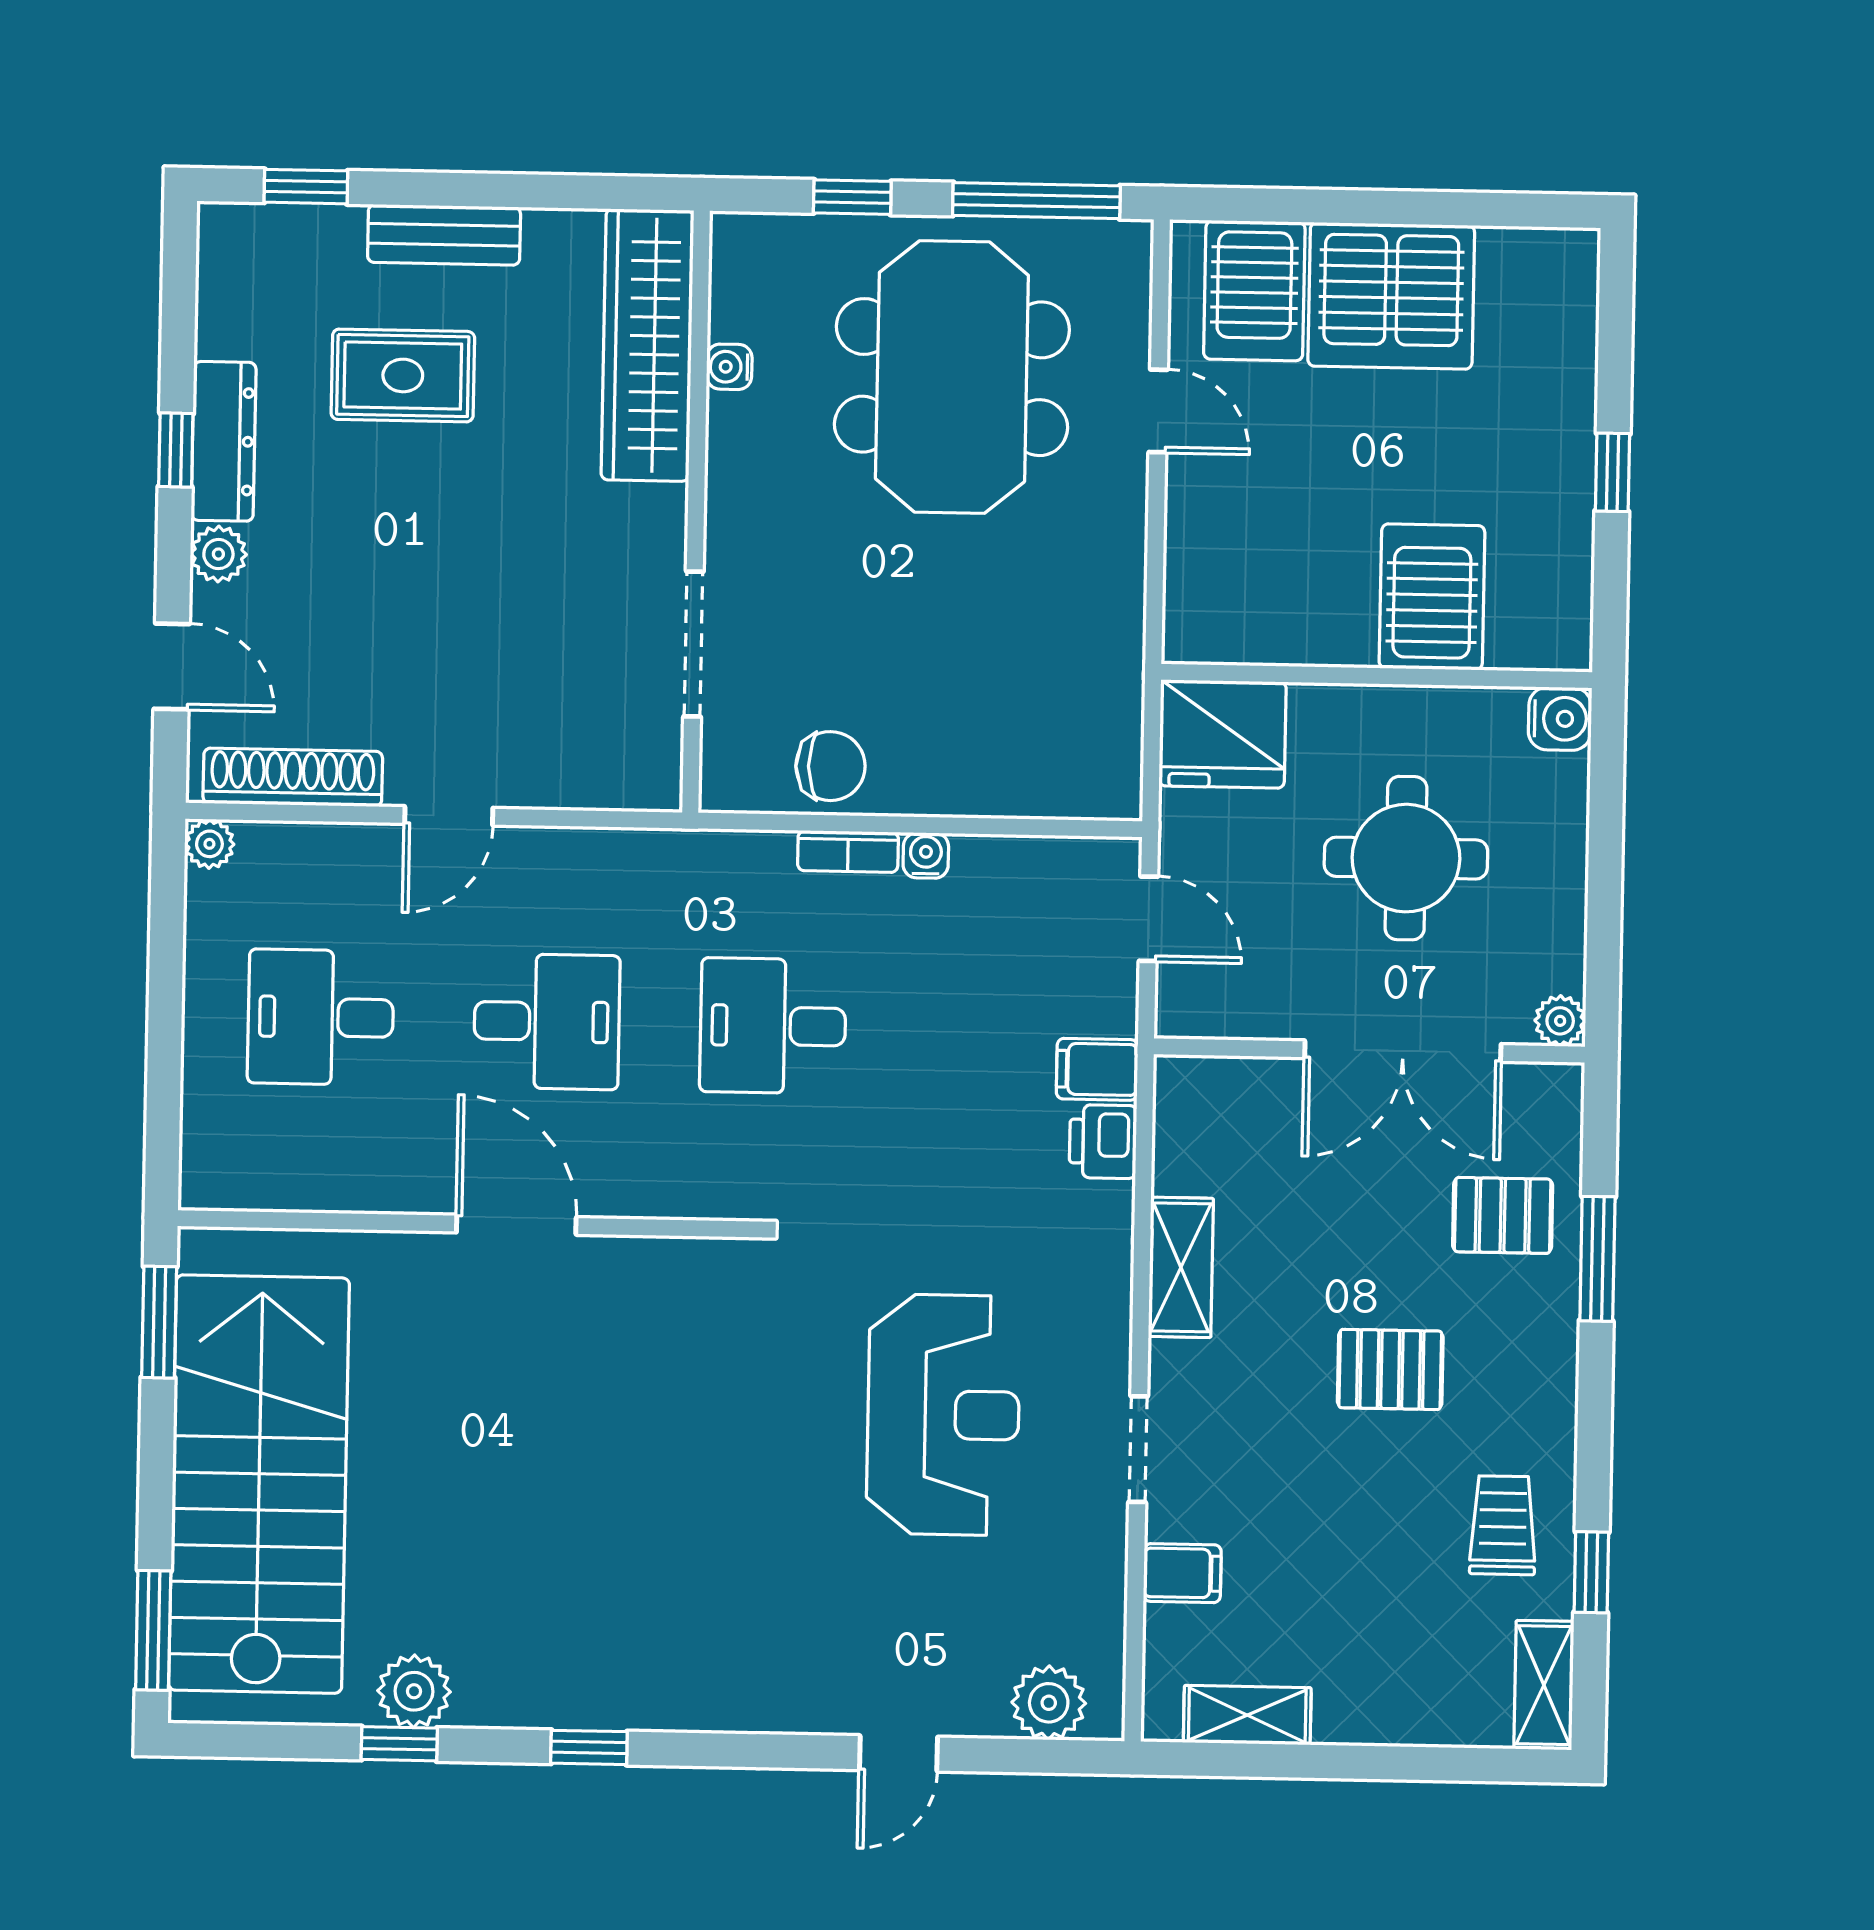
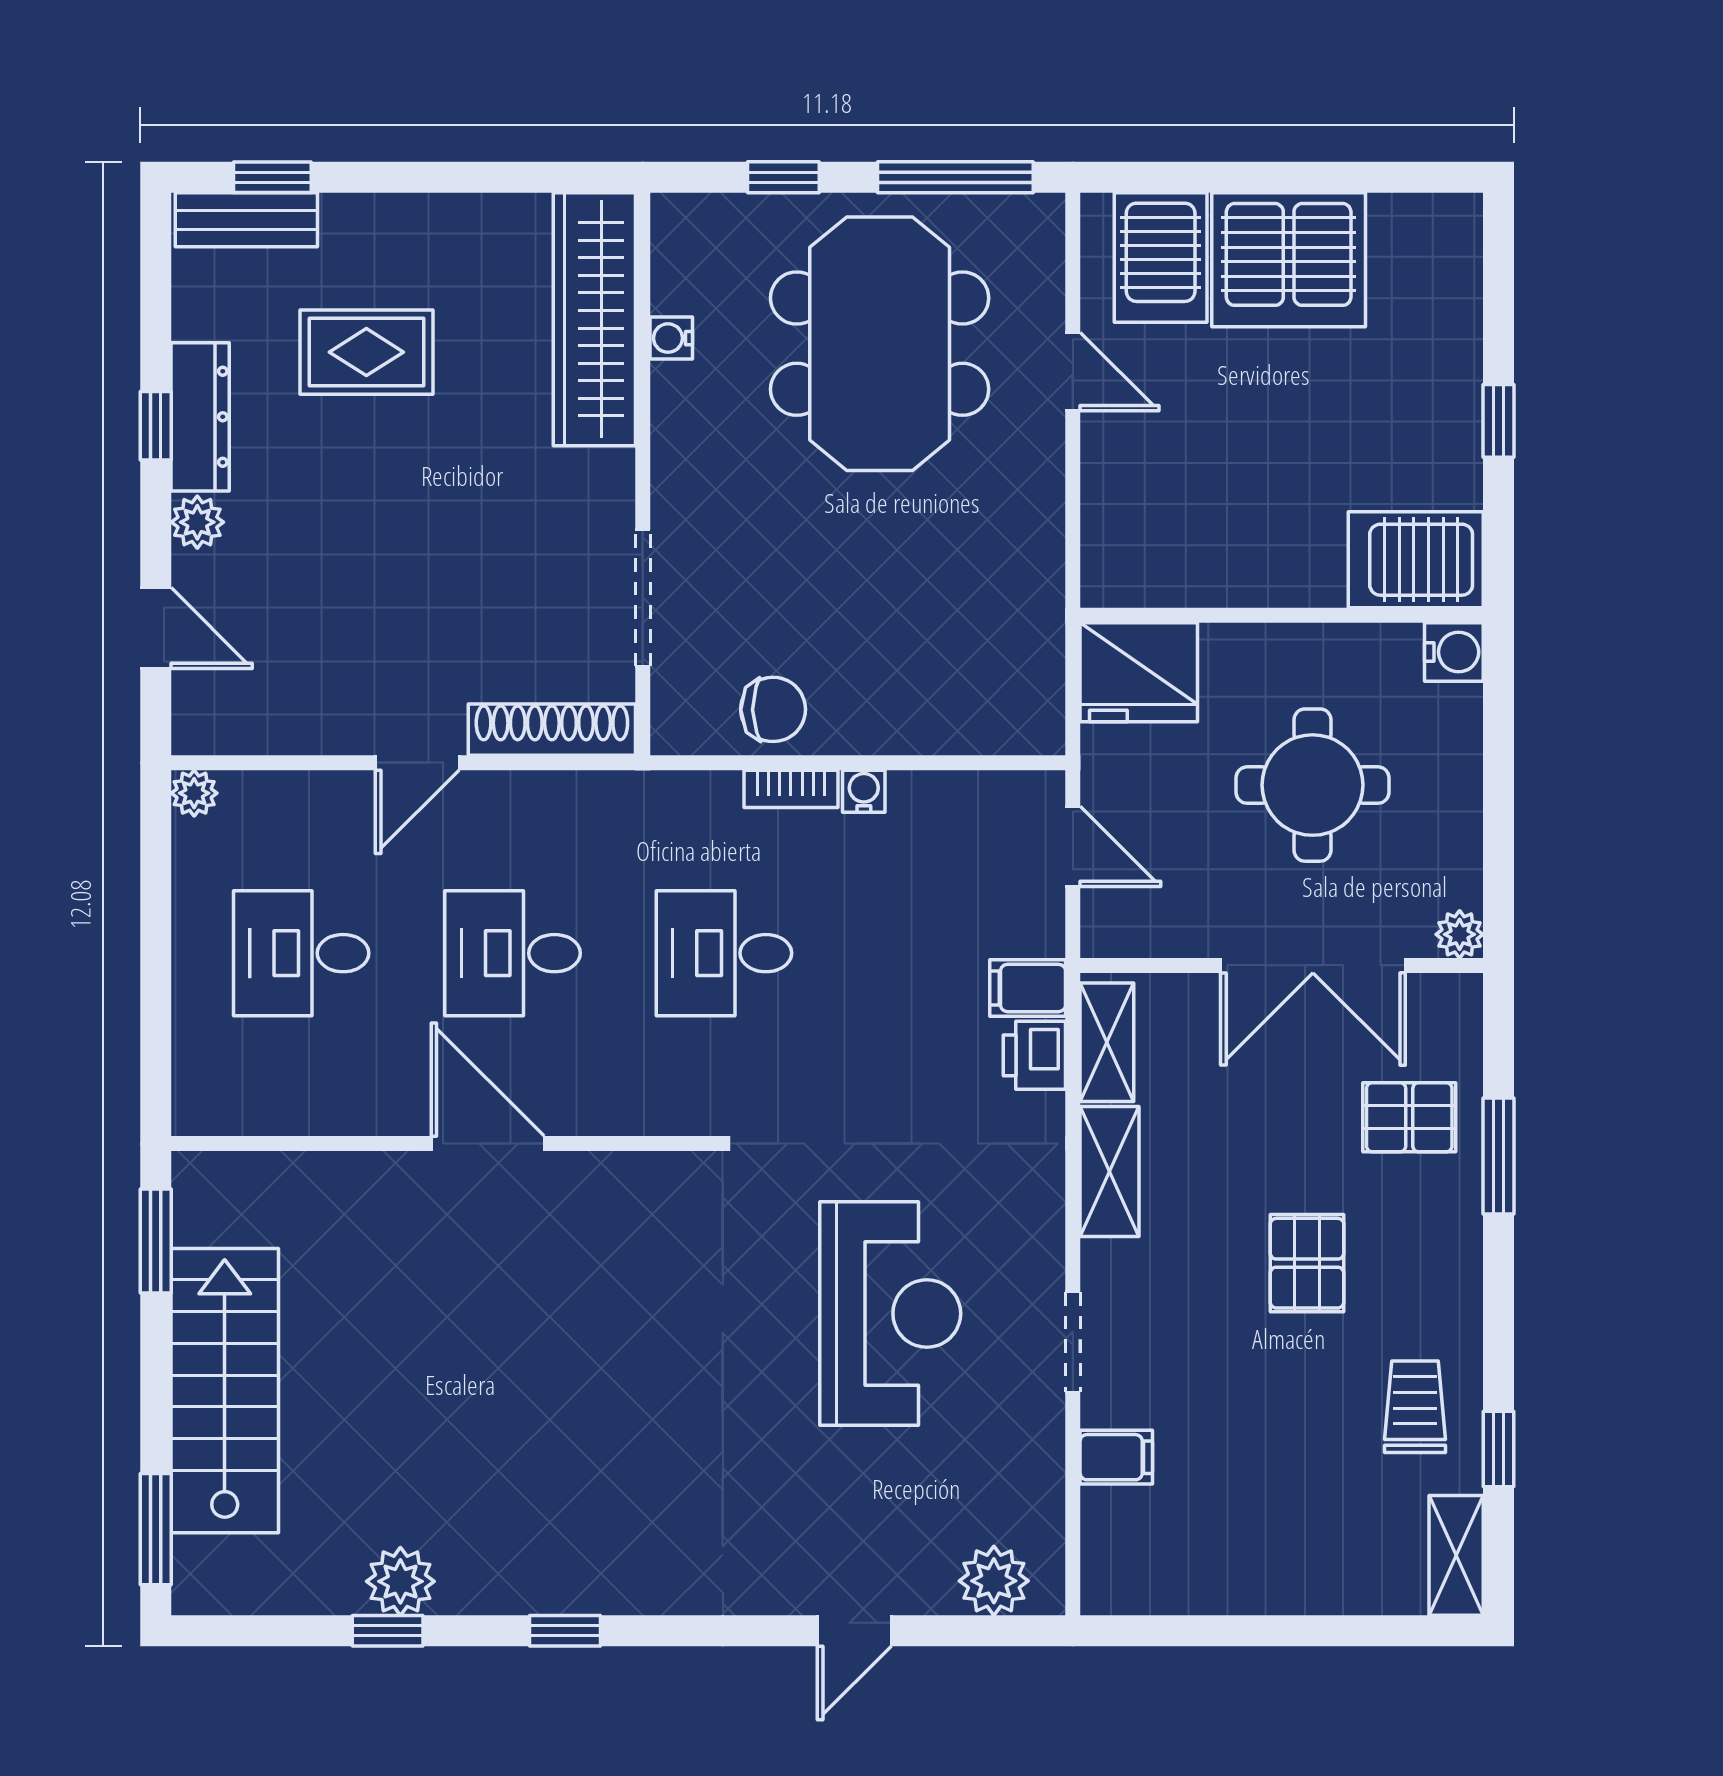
bench: (444, 235) -> (246, 220), moved
server rack: (1432, 597) -> (1416, 560), moved, turned -90
shoe rack: (293, 777) -> (552, 730), moved
desk: (547, 1022) -> (513, 953), turned 180
pallet: (1390, 1369) -> (1307, 1263), turned 90
stairs: (259, 1484) -> (225, 1391), width x0.73, depth x0.66
shelving: (1247, 1715) -> (1107, 1042), moved, turned 90

